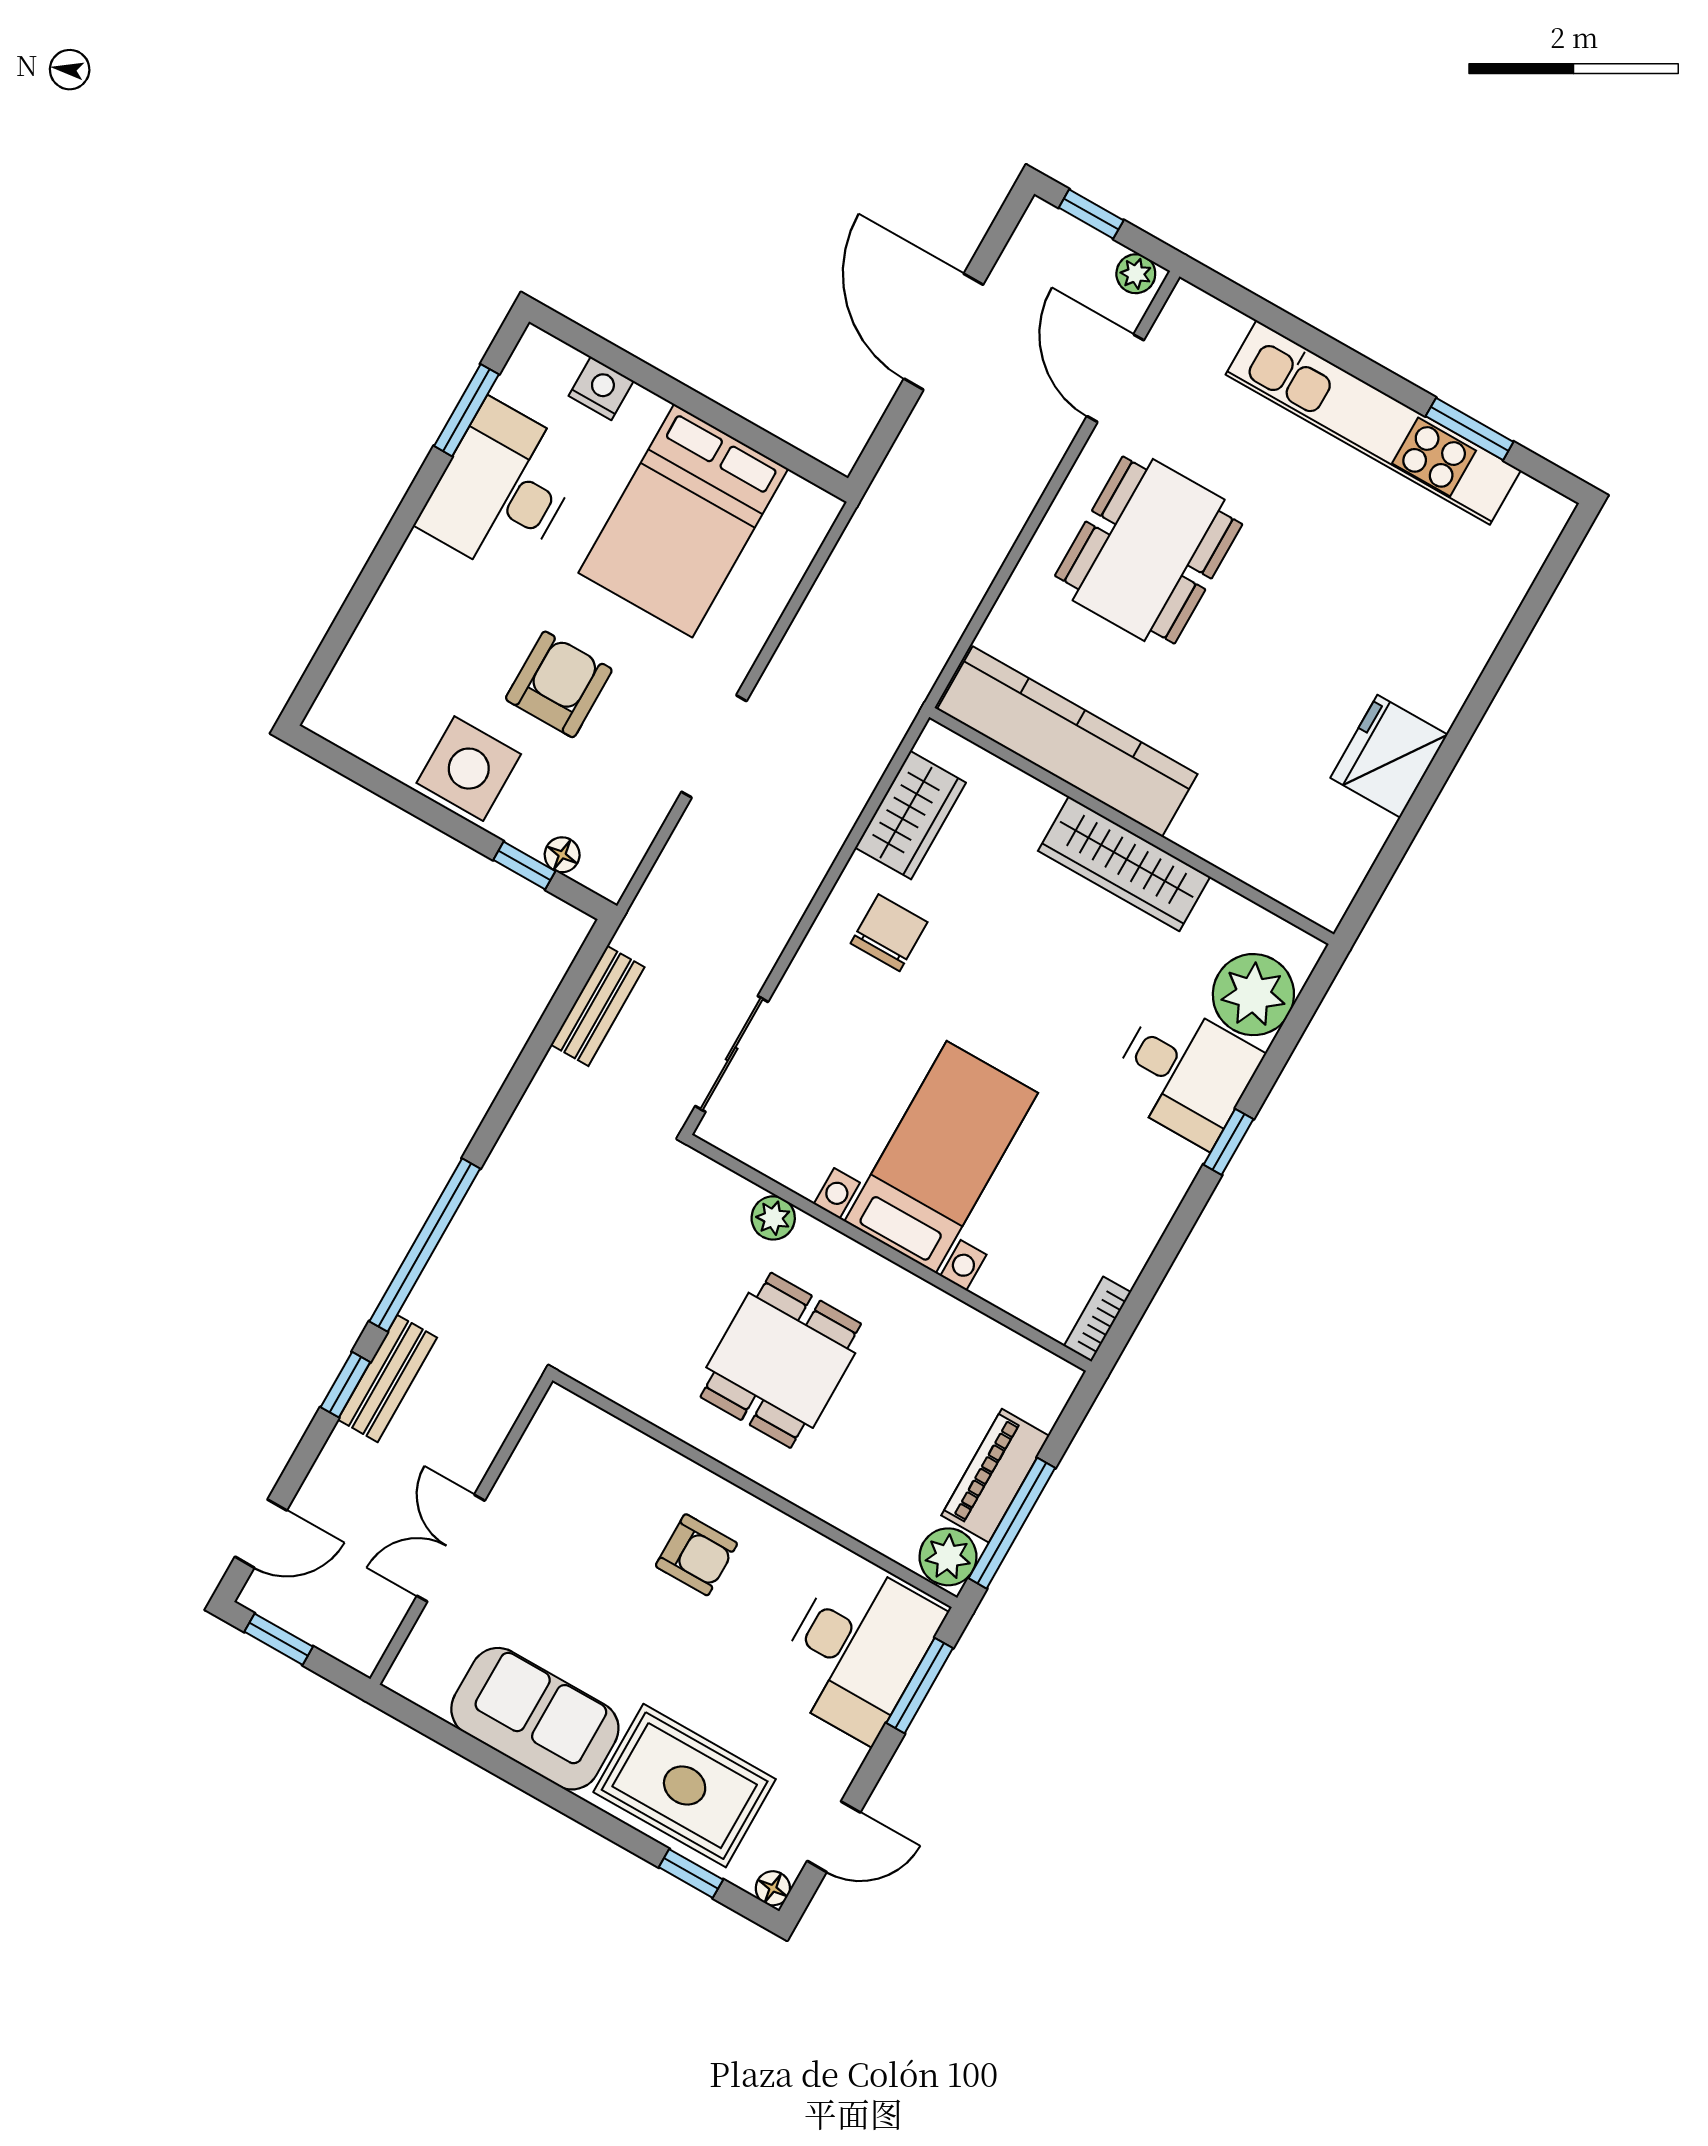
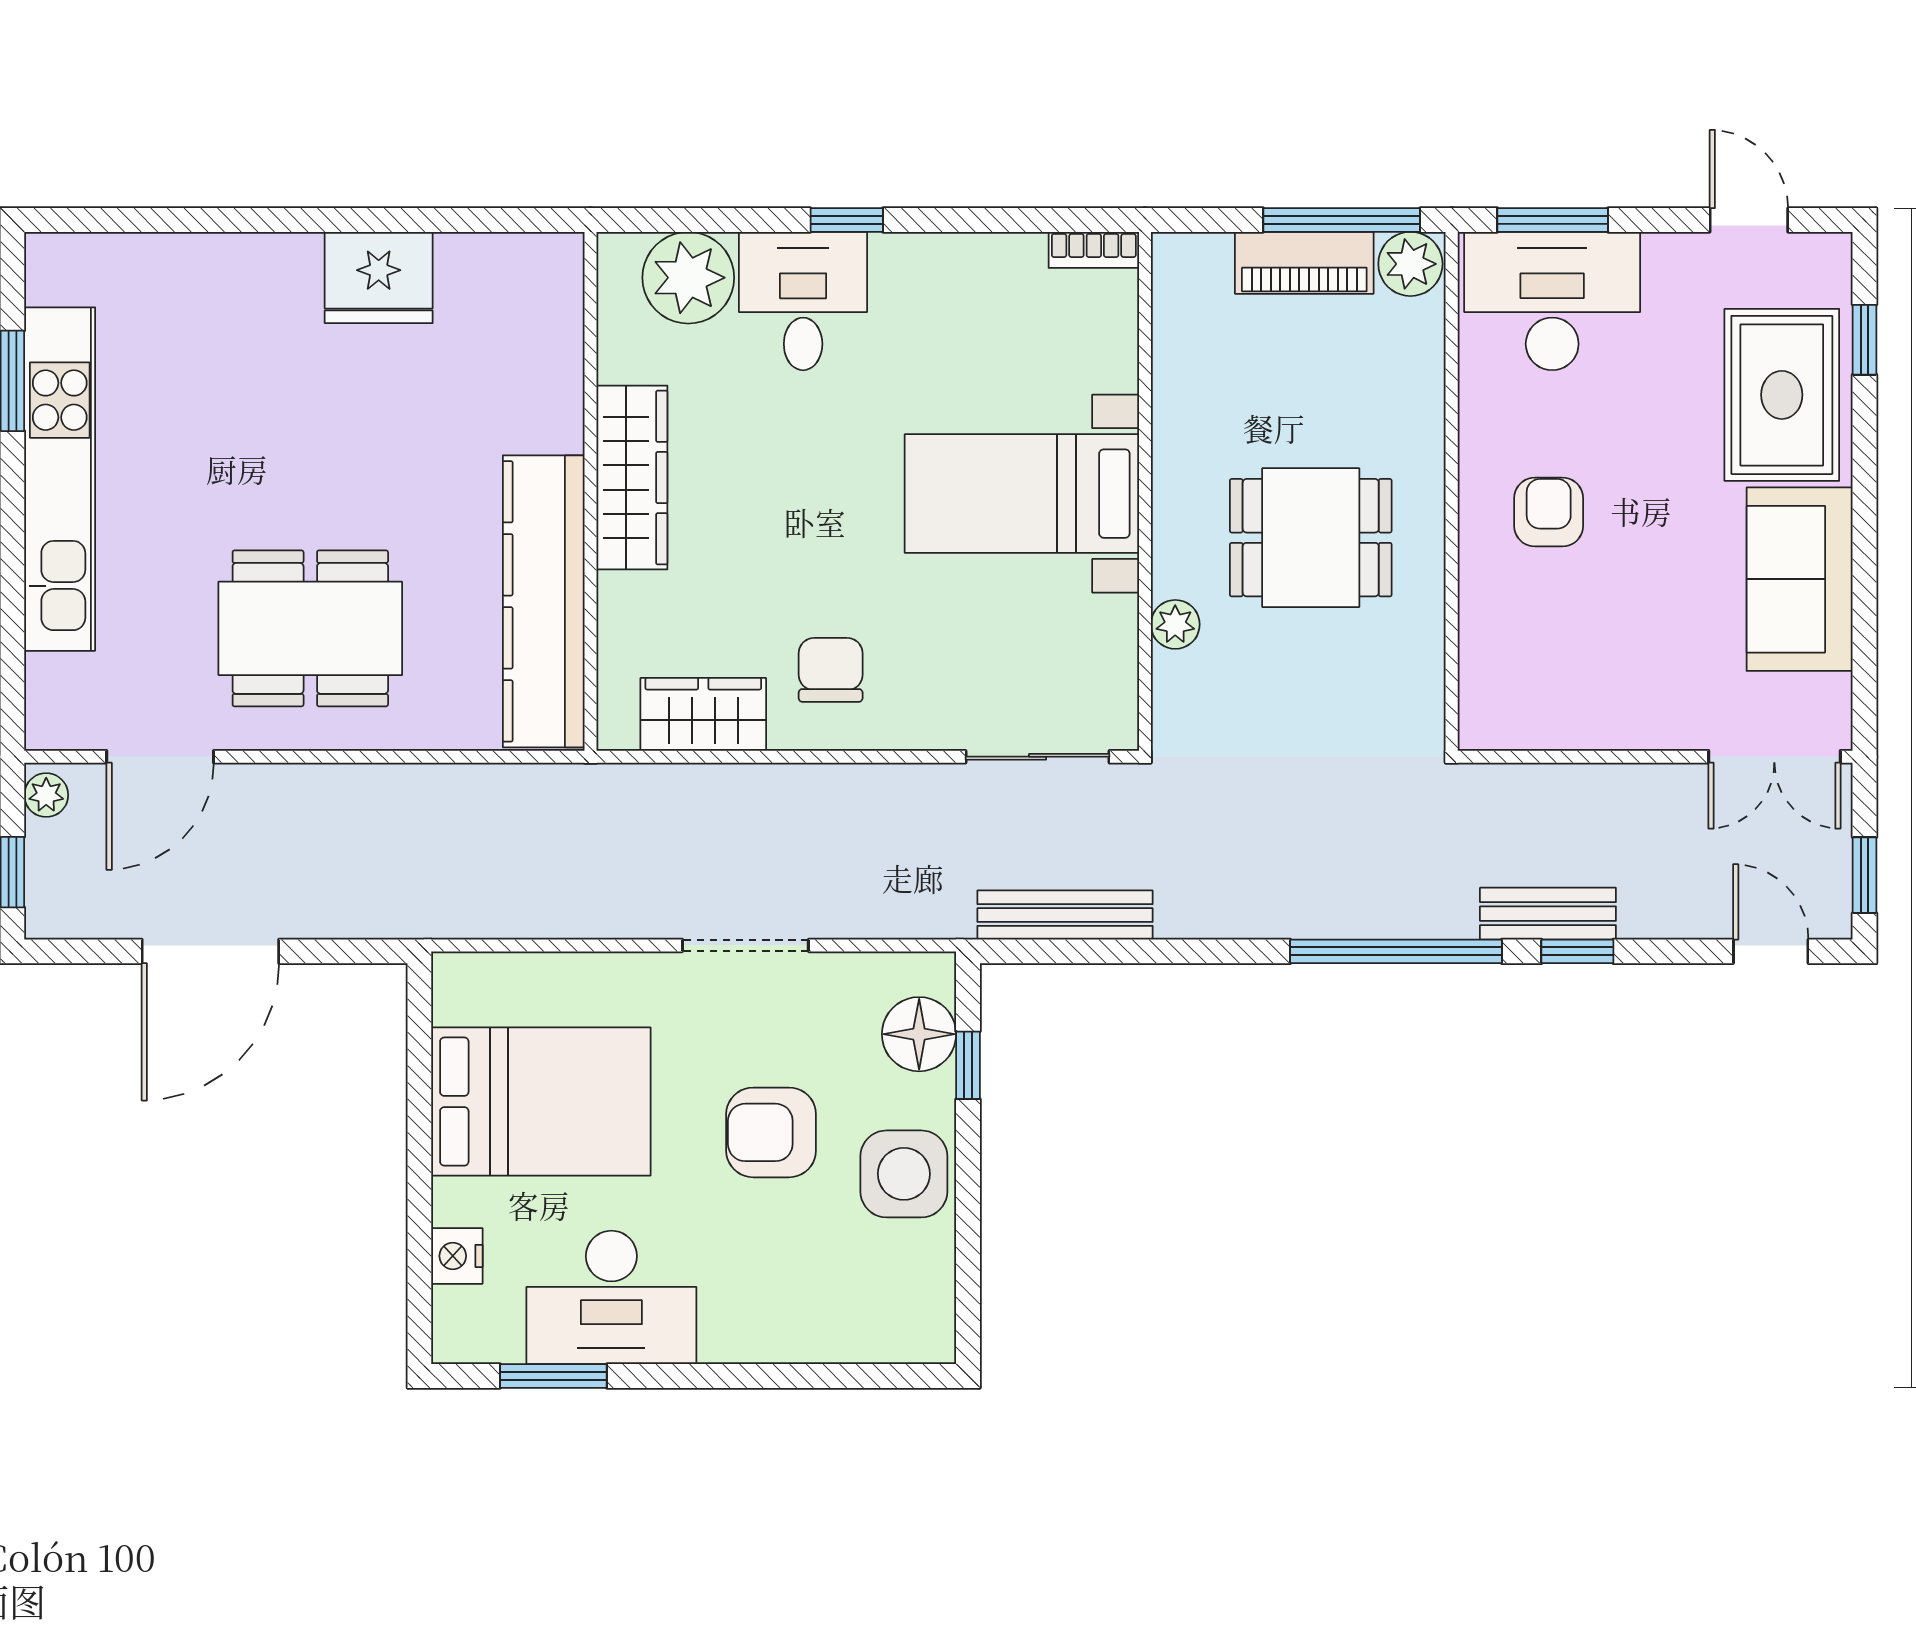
floor lamp: (562, 855) -> (919, 1034), width x1.89, depth x1.89
chair: (889, 933) -> (831, 670), turned 90
bench: (598, 1006) -> (1065, 915), width x1.36
double door: (451, 1548) -> (1774, 757), moved
floor lamp: (773, 1888) -> (1833, 251), removed

